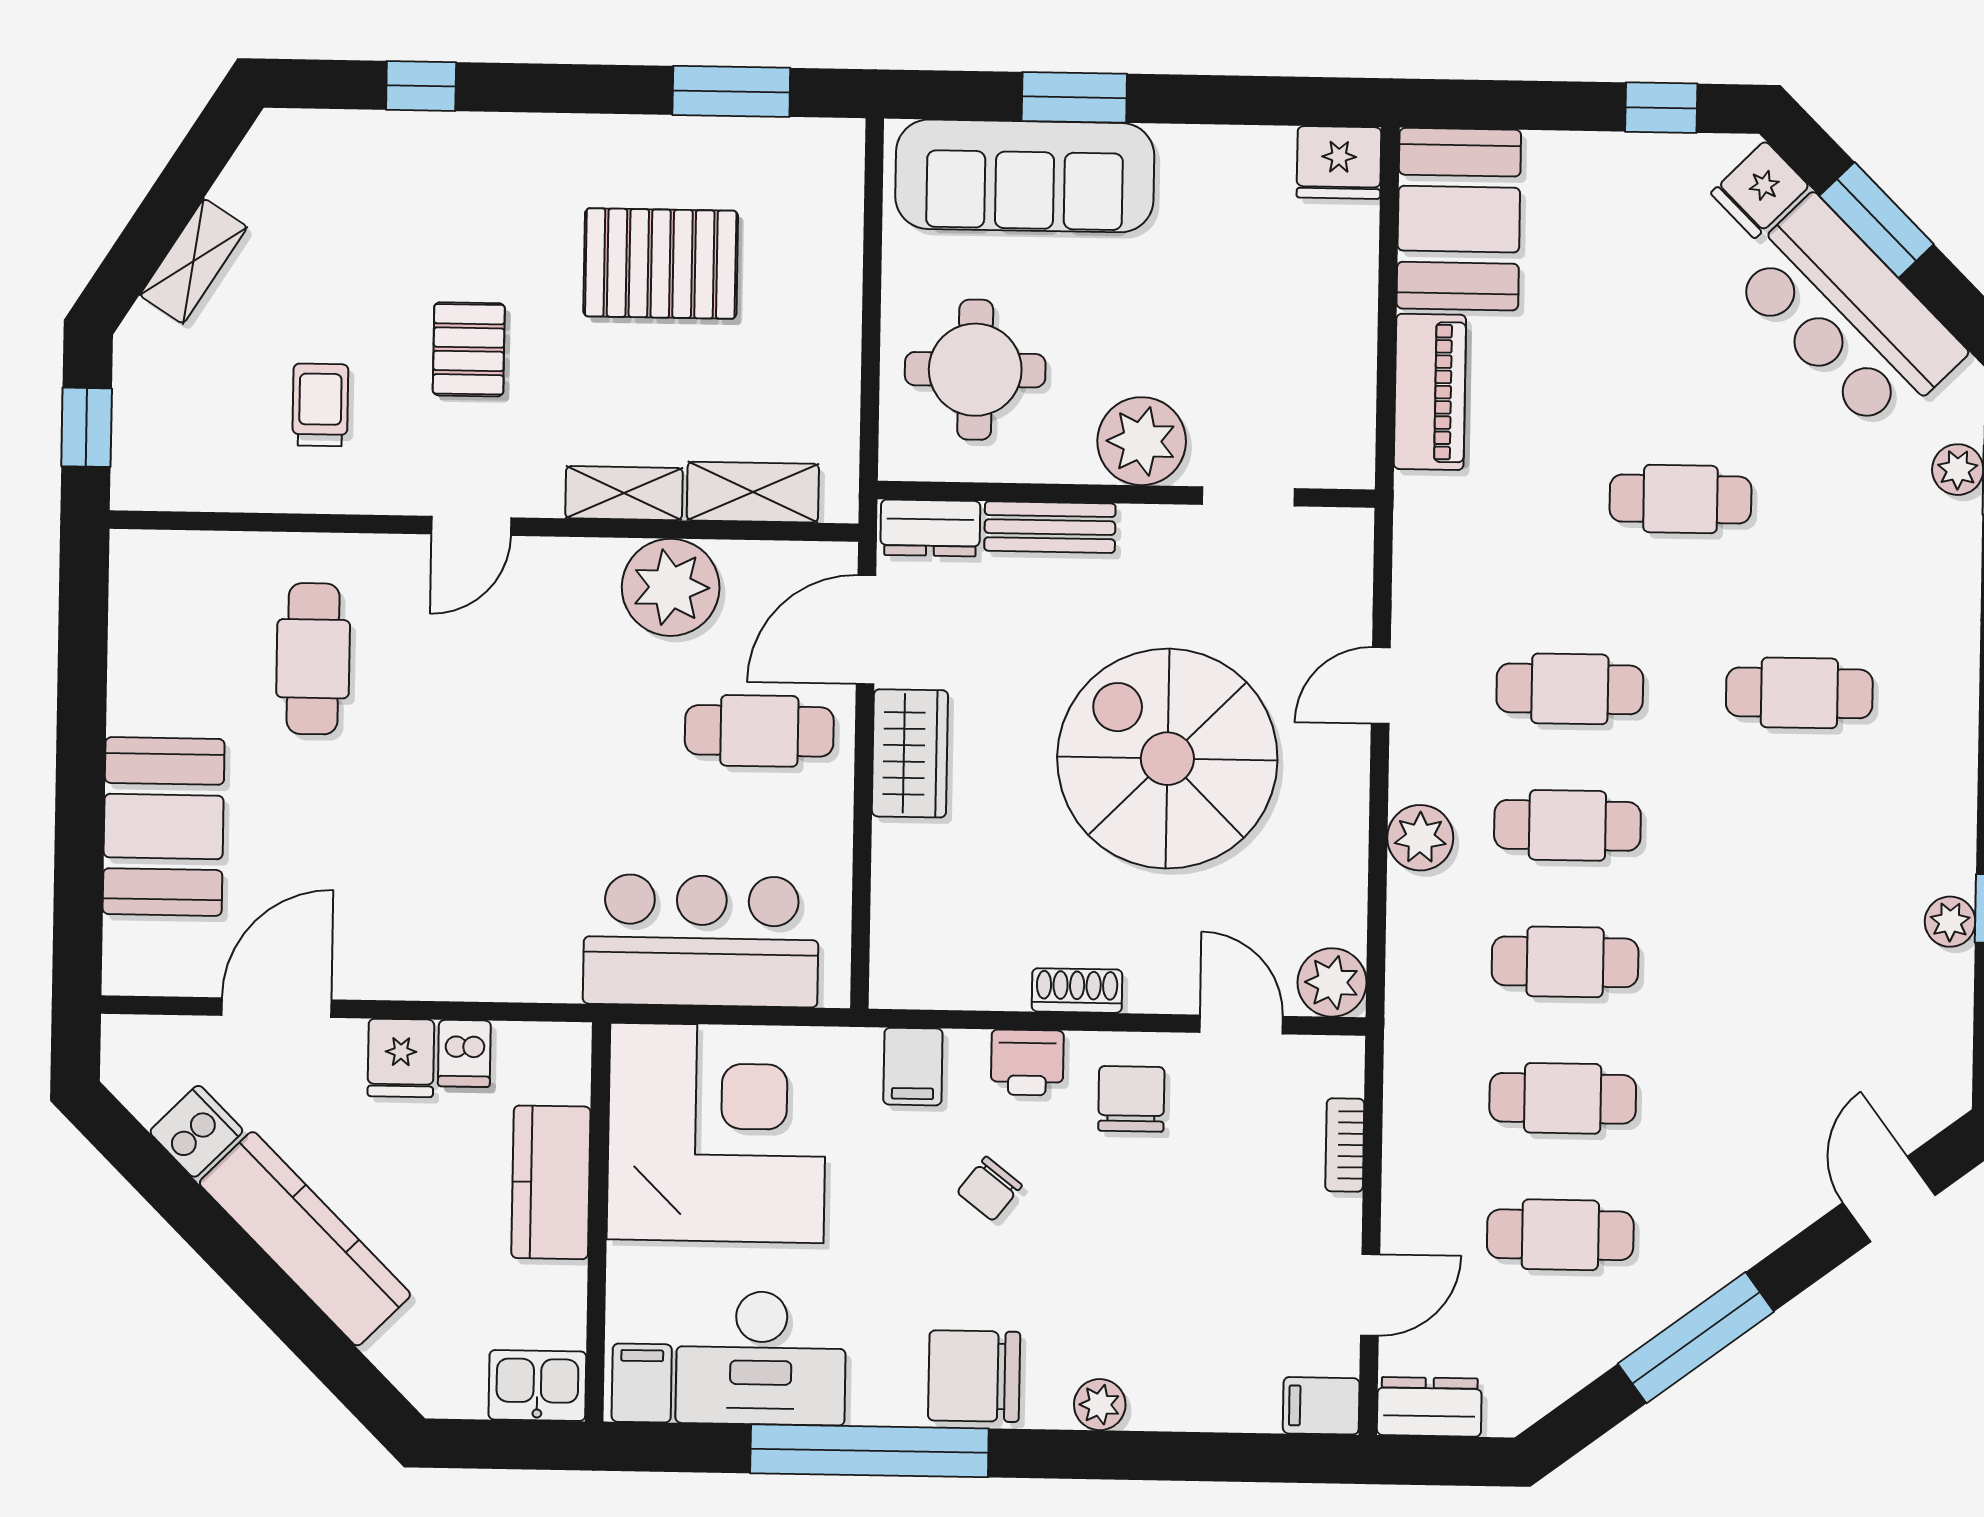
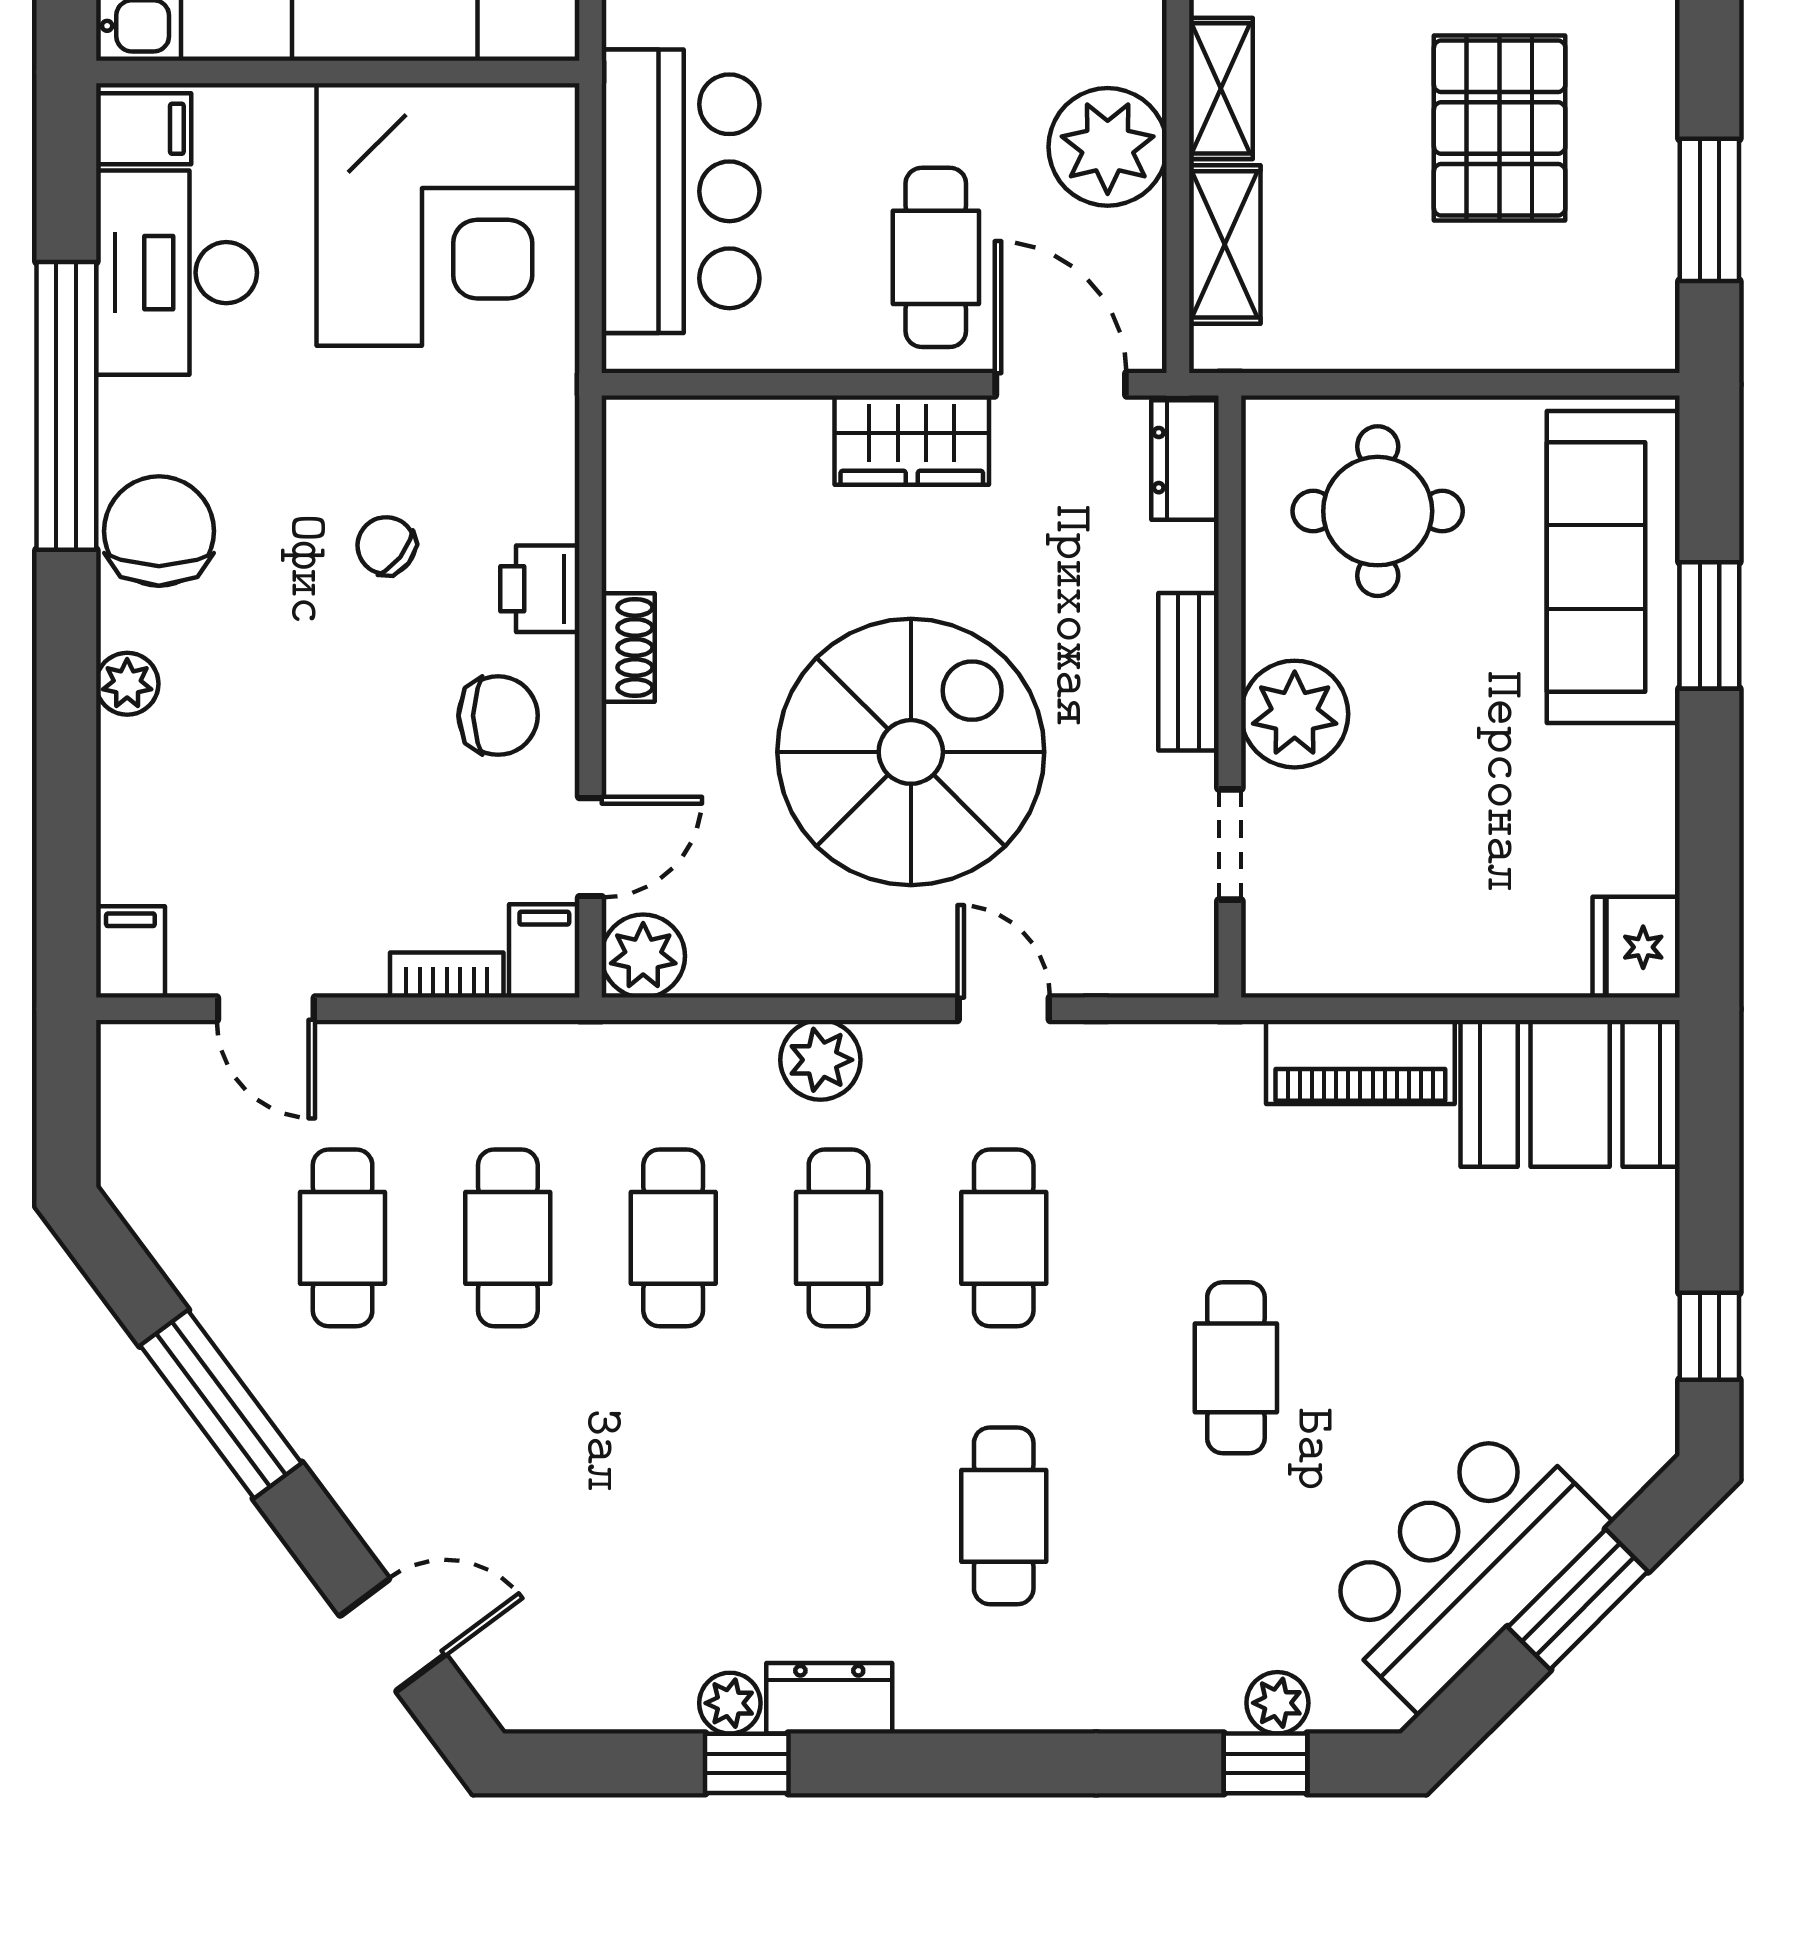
fridge: (1760, 190) -> (1612, 1457), removed
bench: (1050, 527) -> (1189, 672), moved
filing cabinet: (913, 1067) -> (544, 951), moved, turned 90
dresser: (1429, 1407) -> (829, 1698), moved, turned -90

